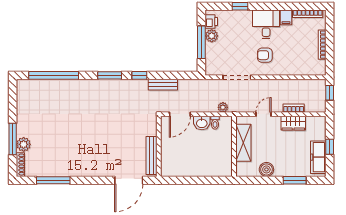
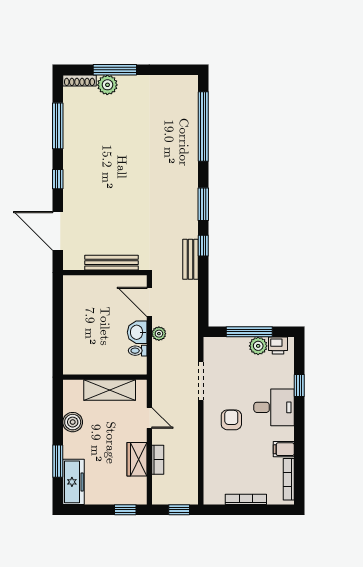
desk: (266, 24) -> (274, 407), moved
bench: (163, 85) -> (190, 259), moved
plant: (223, 107) -> (159, 334), moved
window: (330, 147) -> (125, 510), moved
bench: (152, 156) -> (111, 263), moved
freezer: (318, 157) -> (73, 482), moved, turned 90
window: (91, 180) -> (58, 179), added

